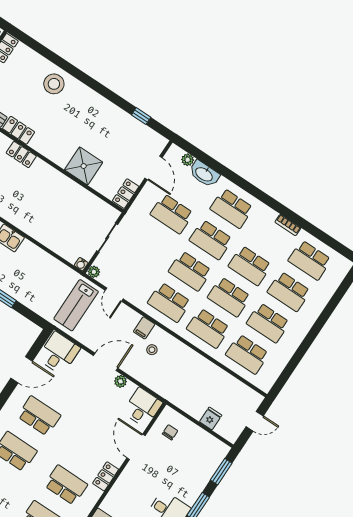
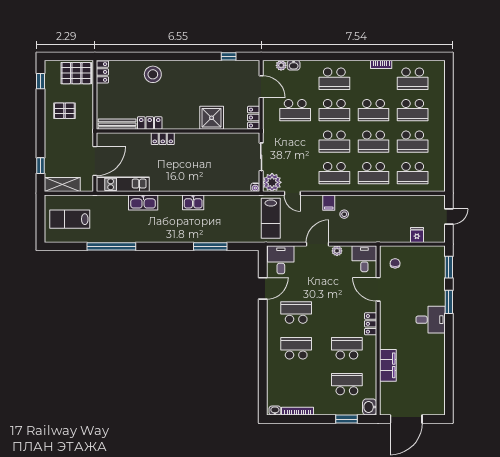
washbasin: (204, 174) -> (294, 65), width x0.52, depth x0.69
plant: (94, 272) -> (272, 182), width x1.88, depth x1.88

